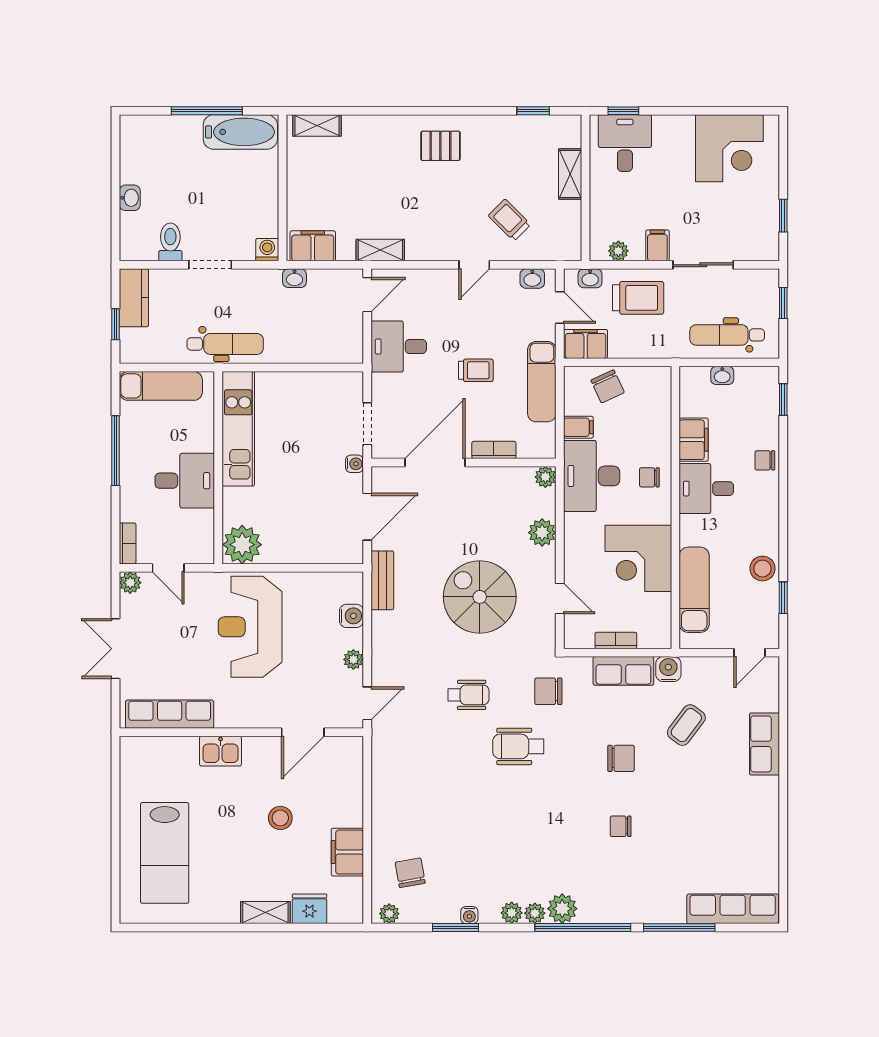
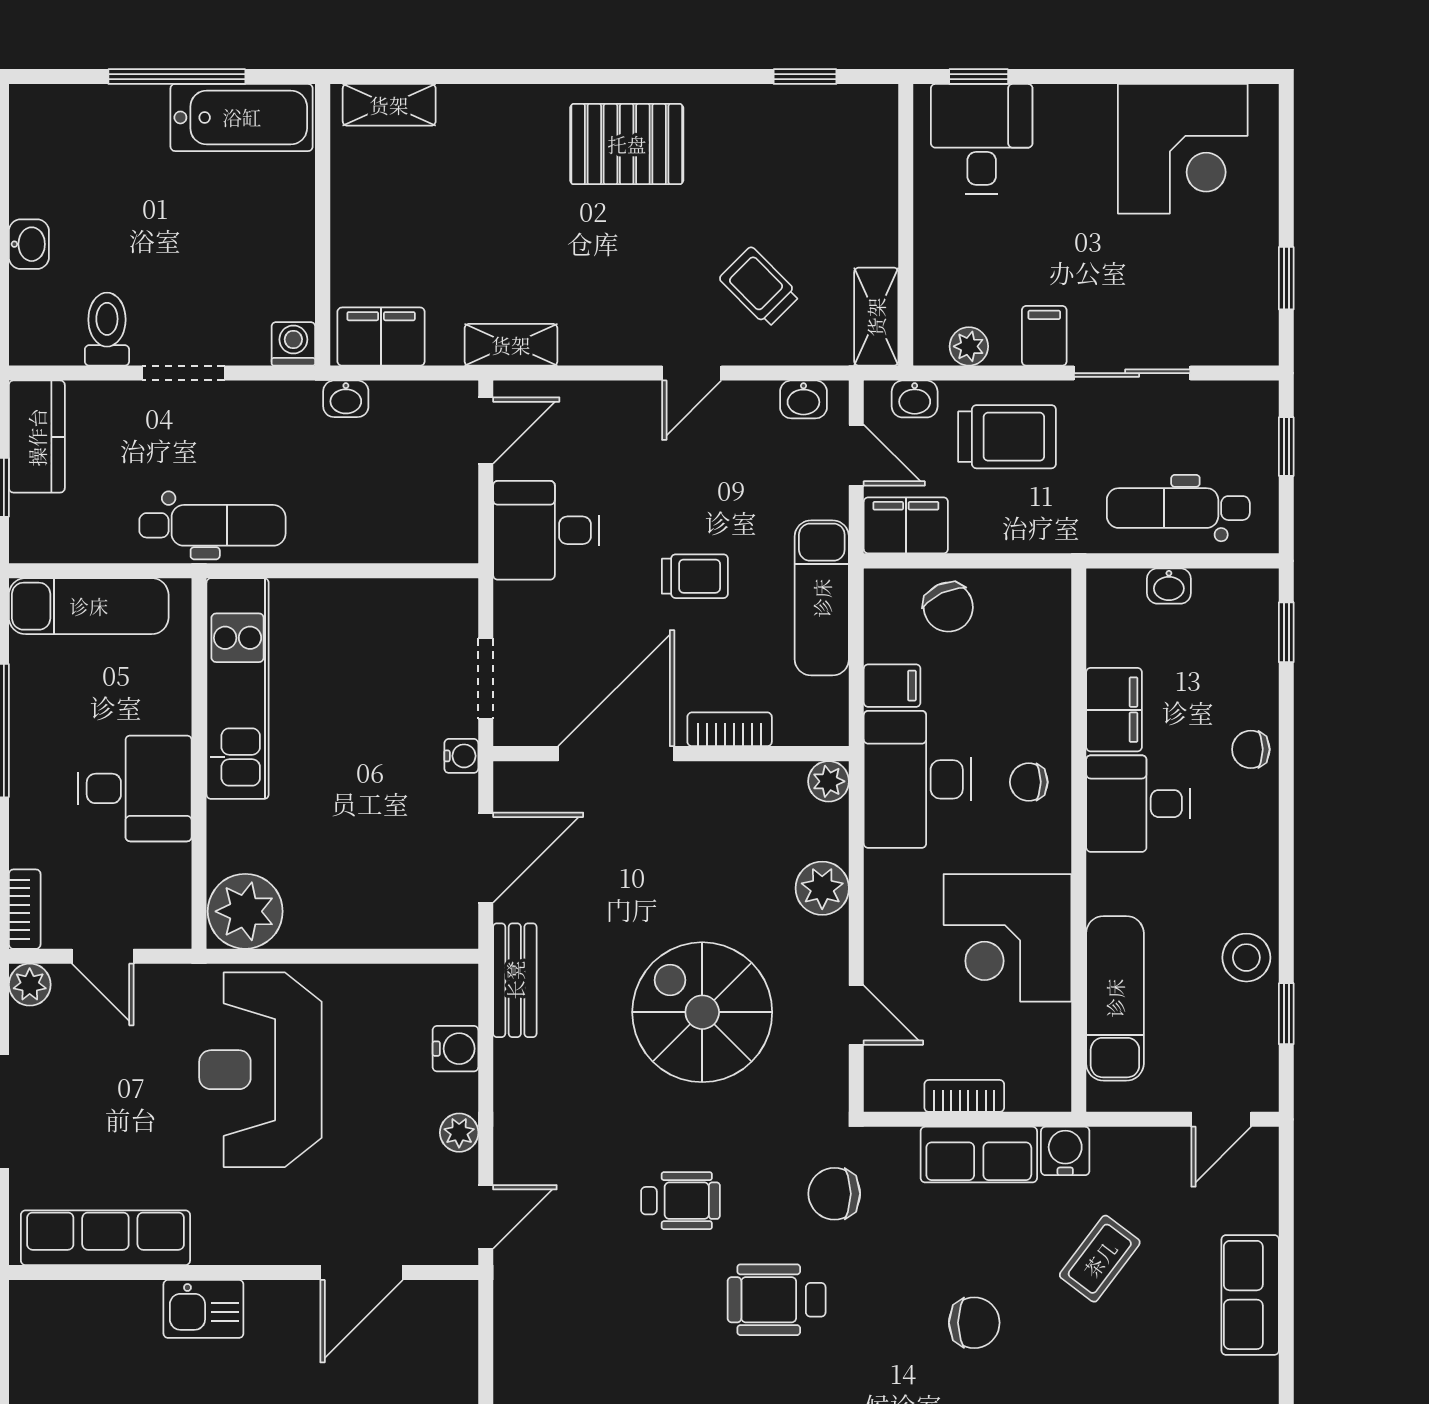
pallet: (440, 146) -> (627, 144), width x1.50, depth x1.42
shelving: (570, 174) -> (876, 317), moved

